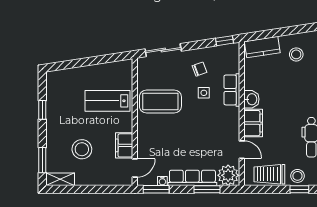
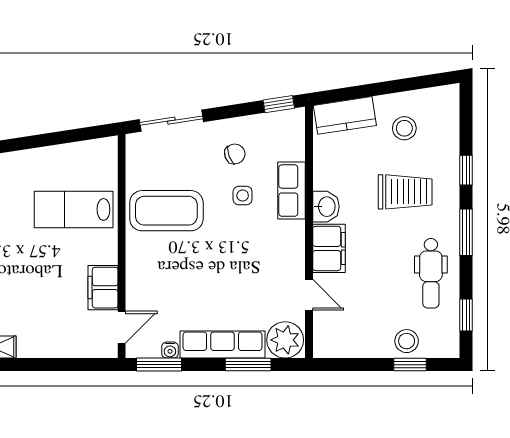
stool: (82, 149) -> (29, 294), removed
trolley: (269, 174) -> (405, 192), moved, turned 180

